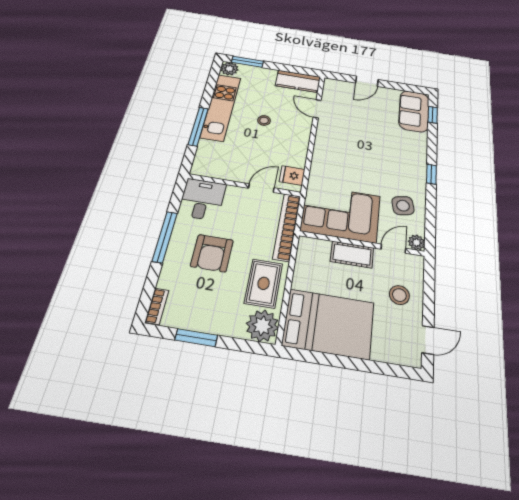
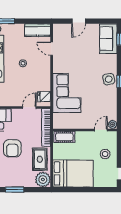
side table: (403, 206) -> (109, 79), moved
corner sofa: (341, 213) -> (67, 93), moved, turned 90
cot: (352, 255) -> (64, 137), moved

